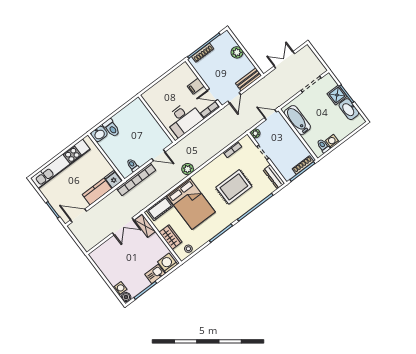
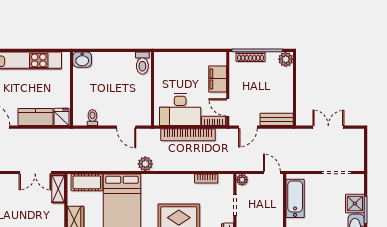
plant: (237, 52) -> (286, 59), moved
filing cabinet: (196, 86) -> (218, 79), width x2.00
toilet: (111, 128) -> (142, 63), moved
bookcase: (136, 179) -> (188, 135), moved

